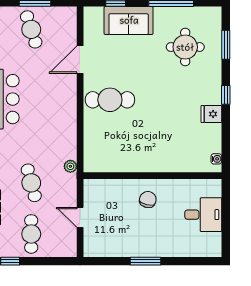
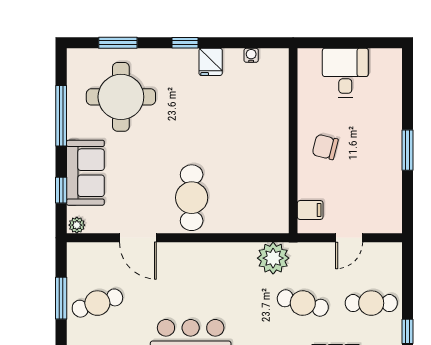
plant: (89, 14) -> (77, 225), added
round table: (185, 47) -> (121, 97), width x1.36, depth x1.36
water cooler: (216, 159) -> (251, 55), moved
plant: (70, 166) -> (273, 258), width x1.88, depth x1.88
cafe table: (31, 183) -> (303, 303), turned 30
filing cabinet: (101, 188) -> (310, 210), added

